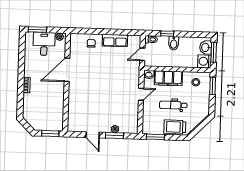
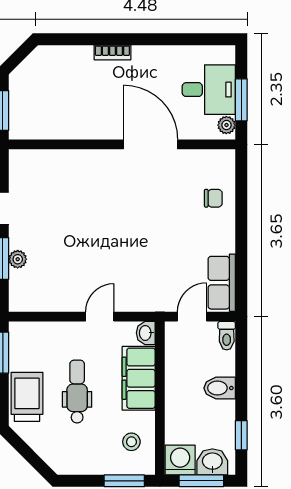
window: (37, 30) -> (241, 100), moved
window: (167, 34) -> (241, 435), moved
row of seats: (115, 40) -> (222, 283), moved
door: (142, 54) -> (192, 317), hinge flipped
door: (141, 94) -> (100, 317), swing flipped

